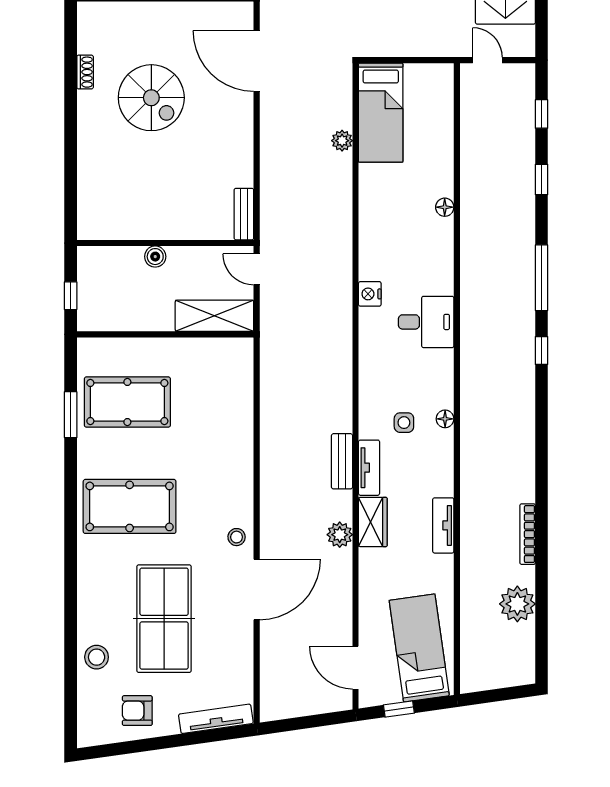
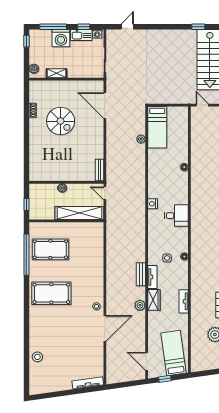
shelving: (214, 316) -> (79, 213), width x1.47
window: (71, 415) -> (26, 255), width x2.11
table tennis table: (164, 619) -> (66, 341), removed
armchair: (137, 711) -> (55, 379), removed

